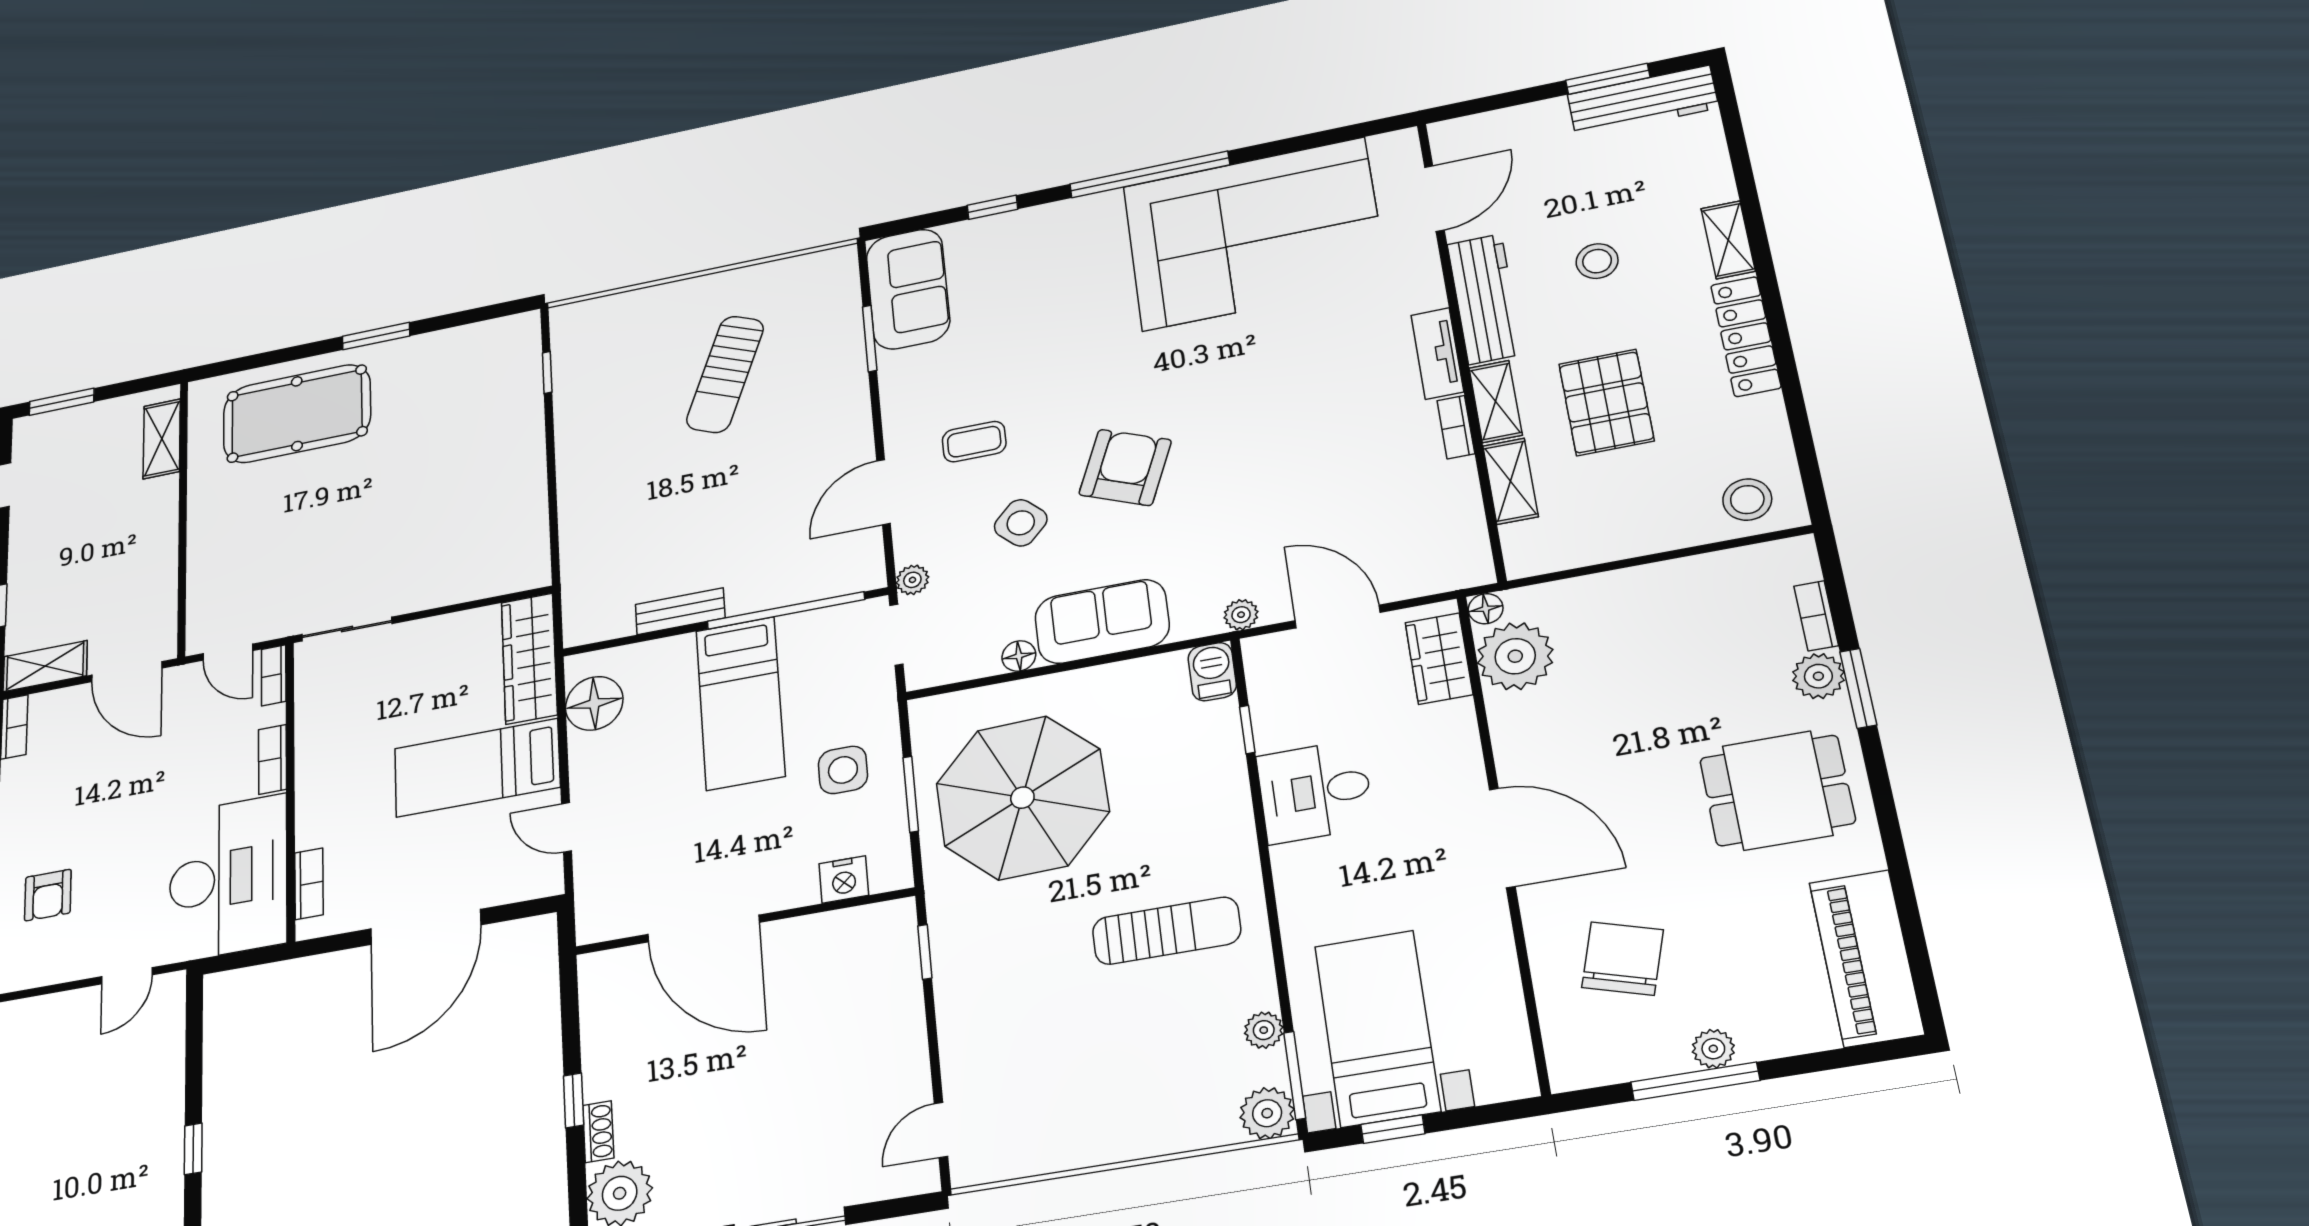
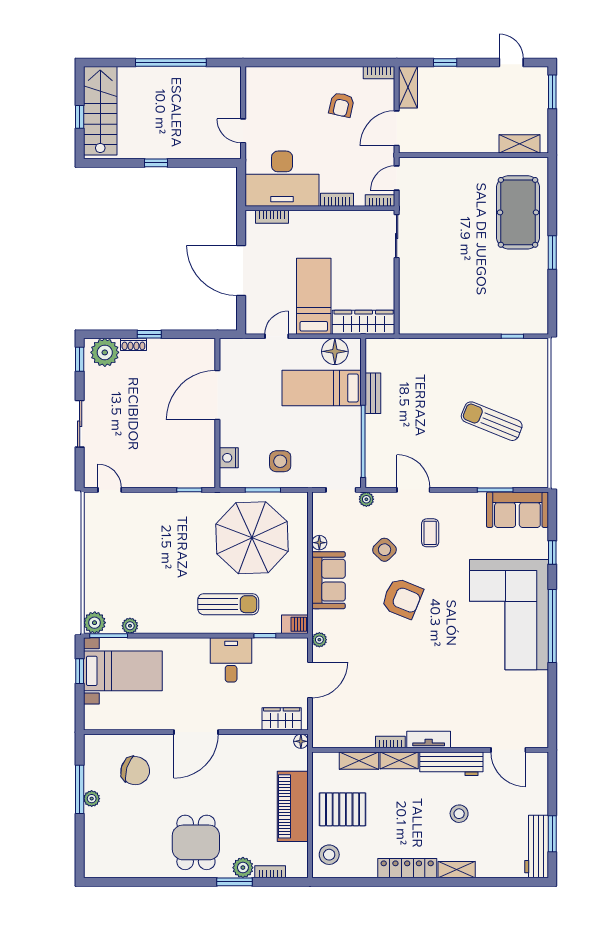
corner sofa: (1254, 234) -> (509, 615), moved
pallet: (1606, 402) -> (343, 809), moved
plant: (1515, 656) -> (276, 750), removed
bed: (740, 703) -> (322, 388), moved
armchair: (48, 895) -> (342, 105), moved, turned -77
sun lounger: (1167, 931) -> (228, 604), moved, turned -90
piano: (1867, 958) -> (293, 806), moved, turned -90

